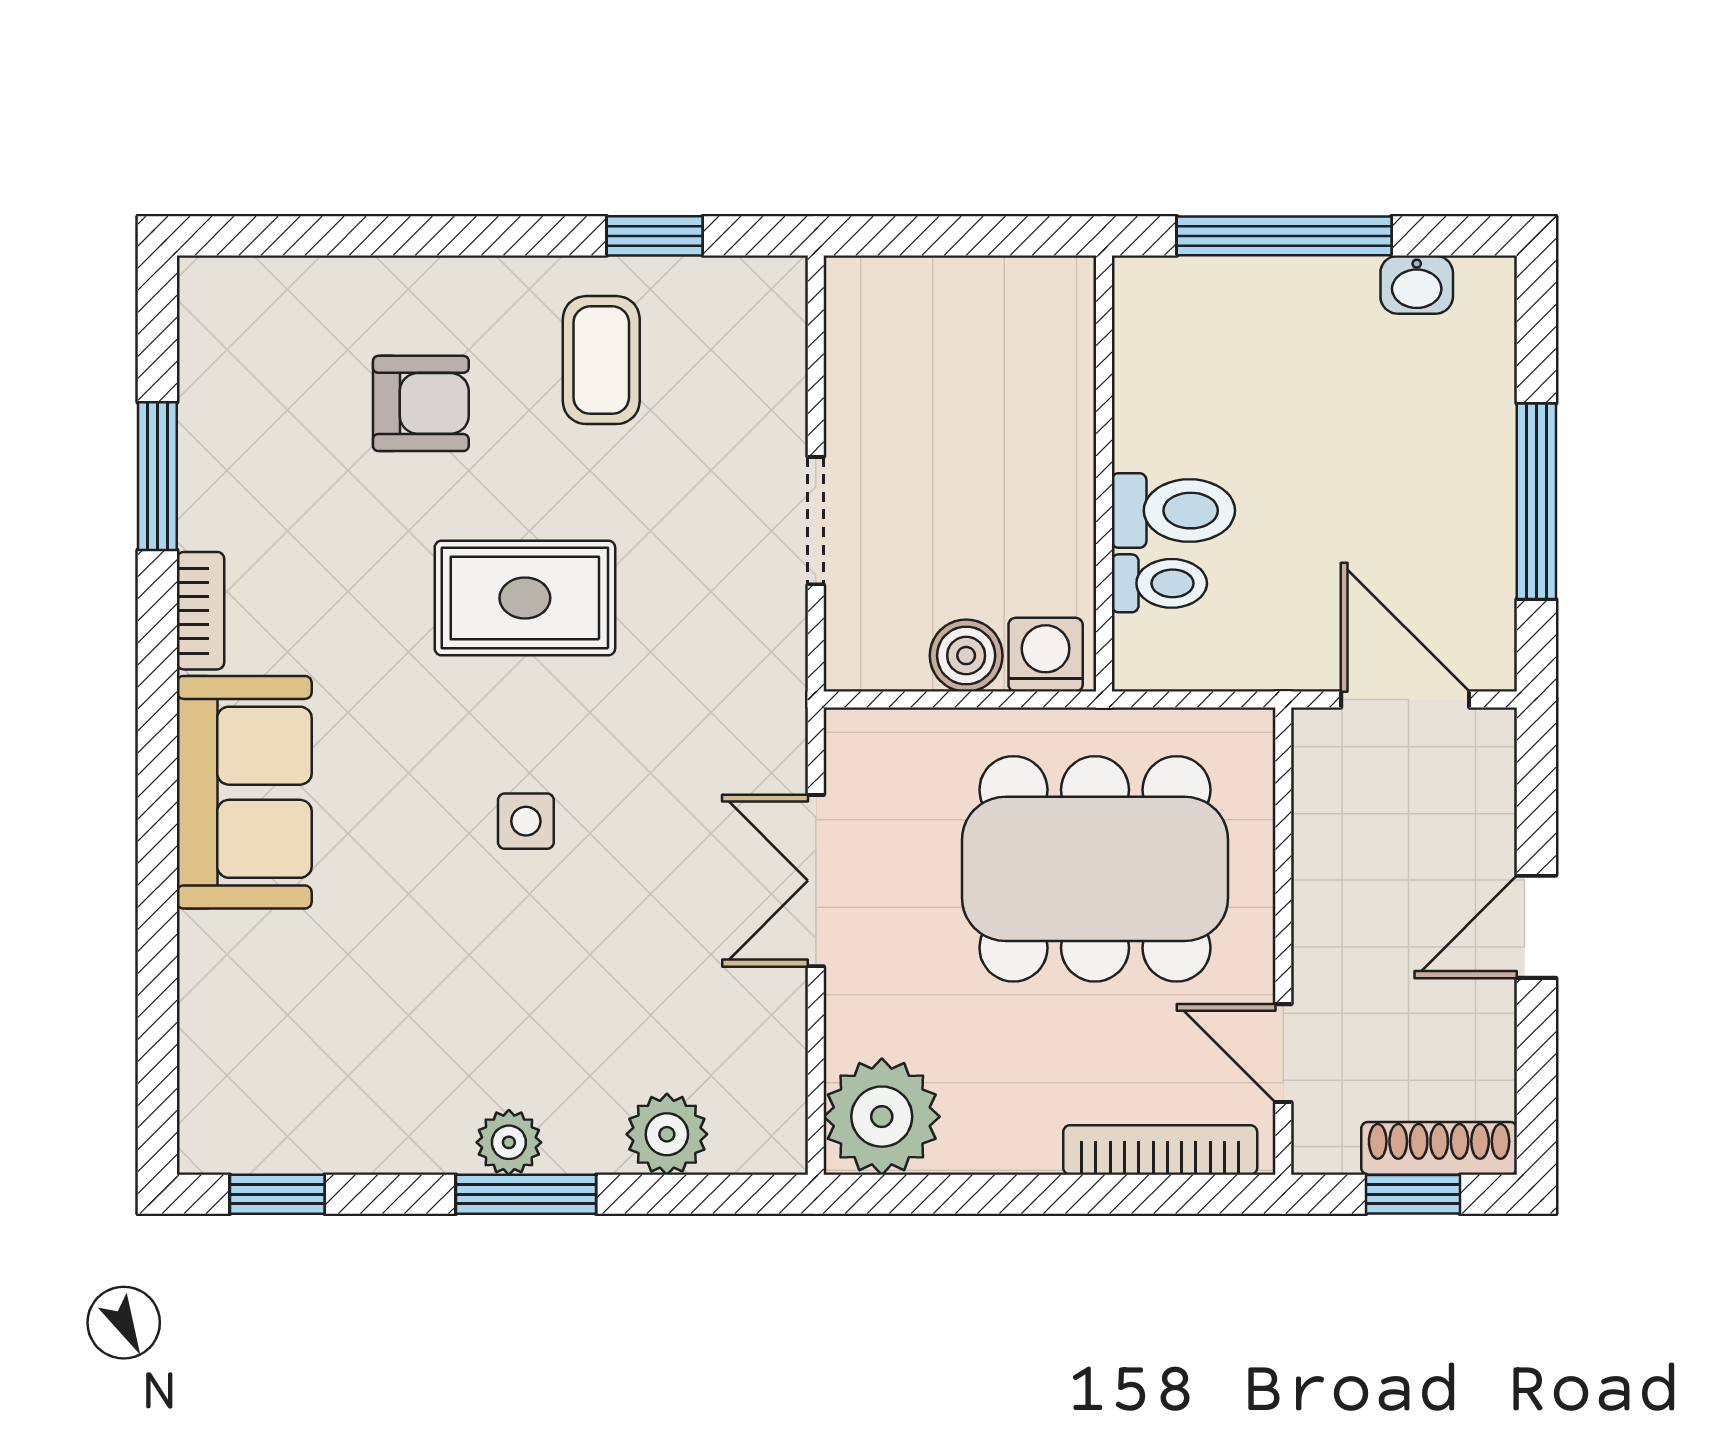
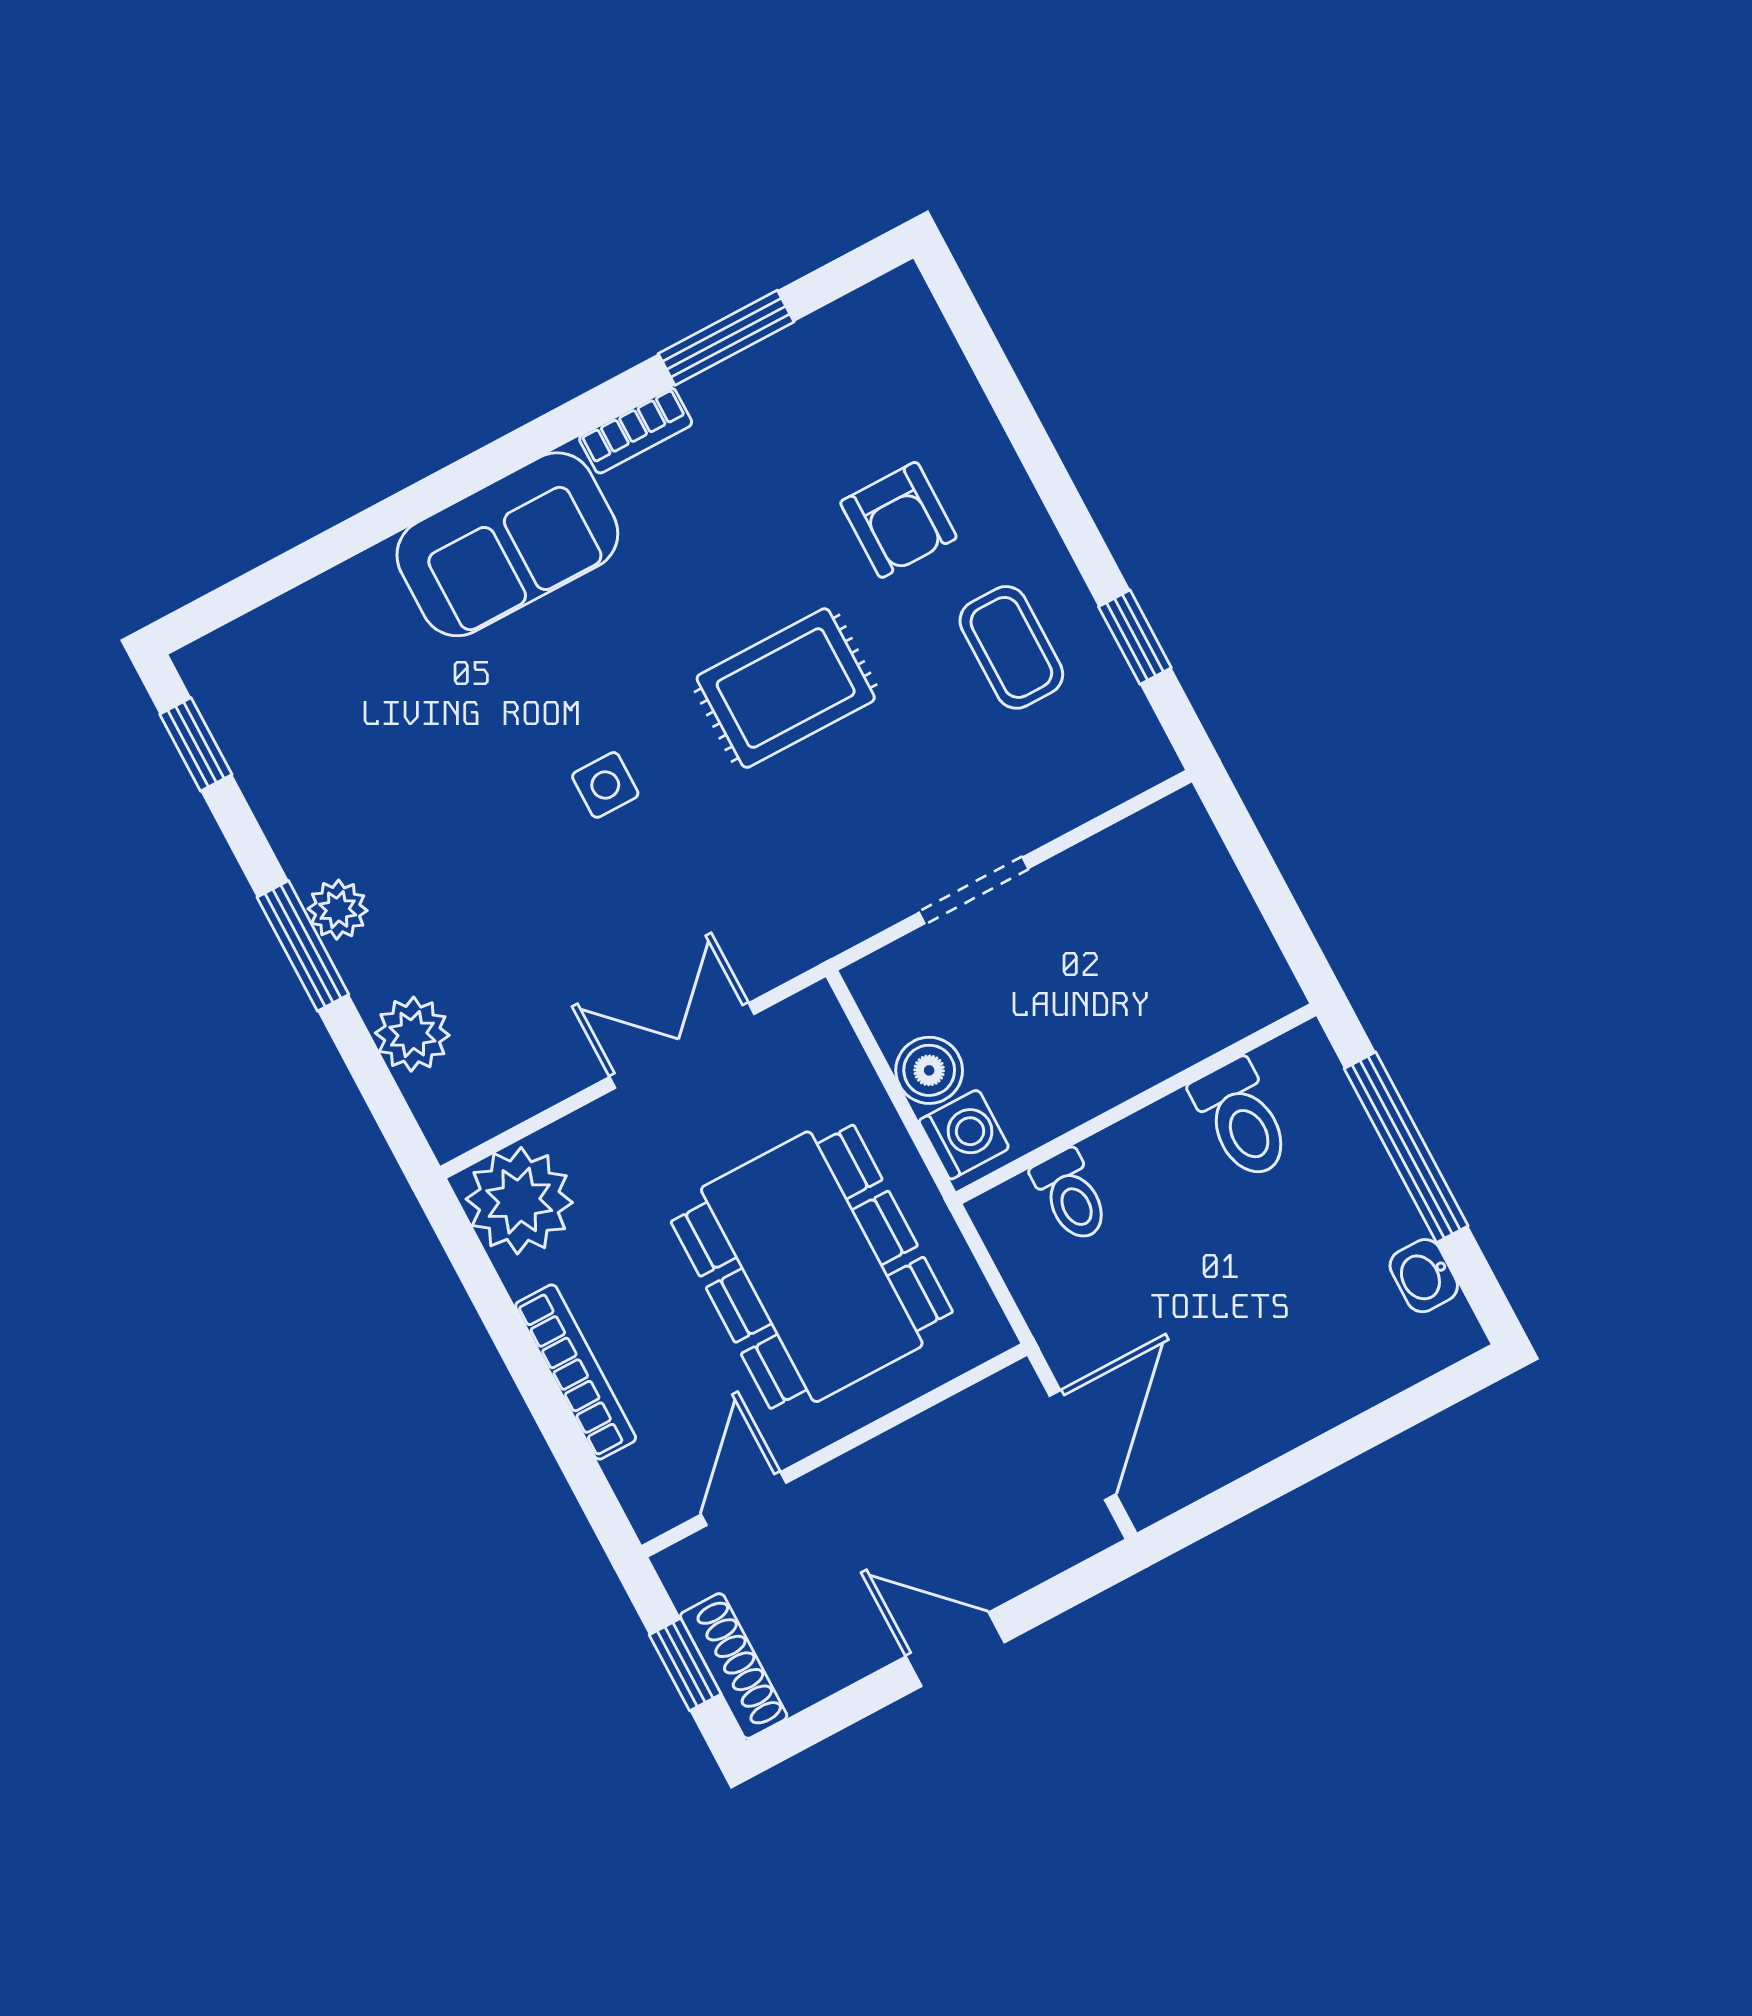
coffee table: (601, 360) -> (1011, 647), turned 90
window: (1536, 501) -> (1300, 1466), removed
toilet: (1173, 511) -> (1242, 1120), moved
rug: (525, 598) -> (786, 688), turned 90
bookcase: (1160, 1150) -> (576, 1372), moved

